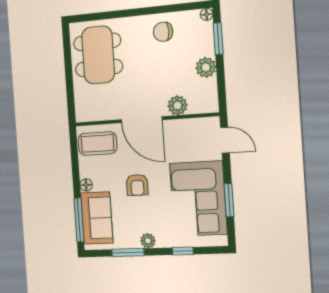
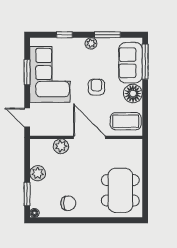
floor lamp: (86, 185) -> (133, 94), width x1.89, depth x1.89

